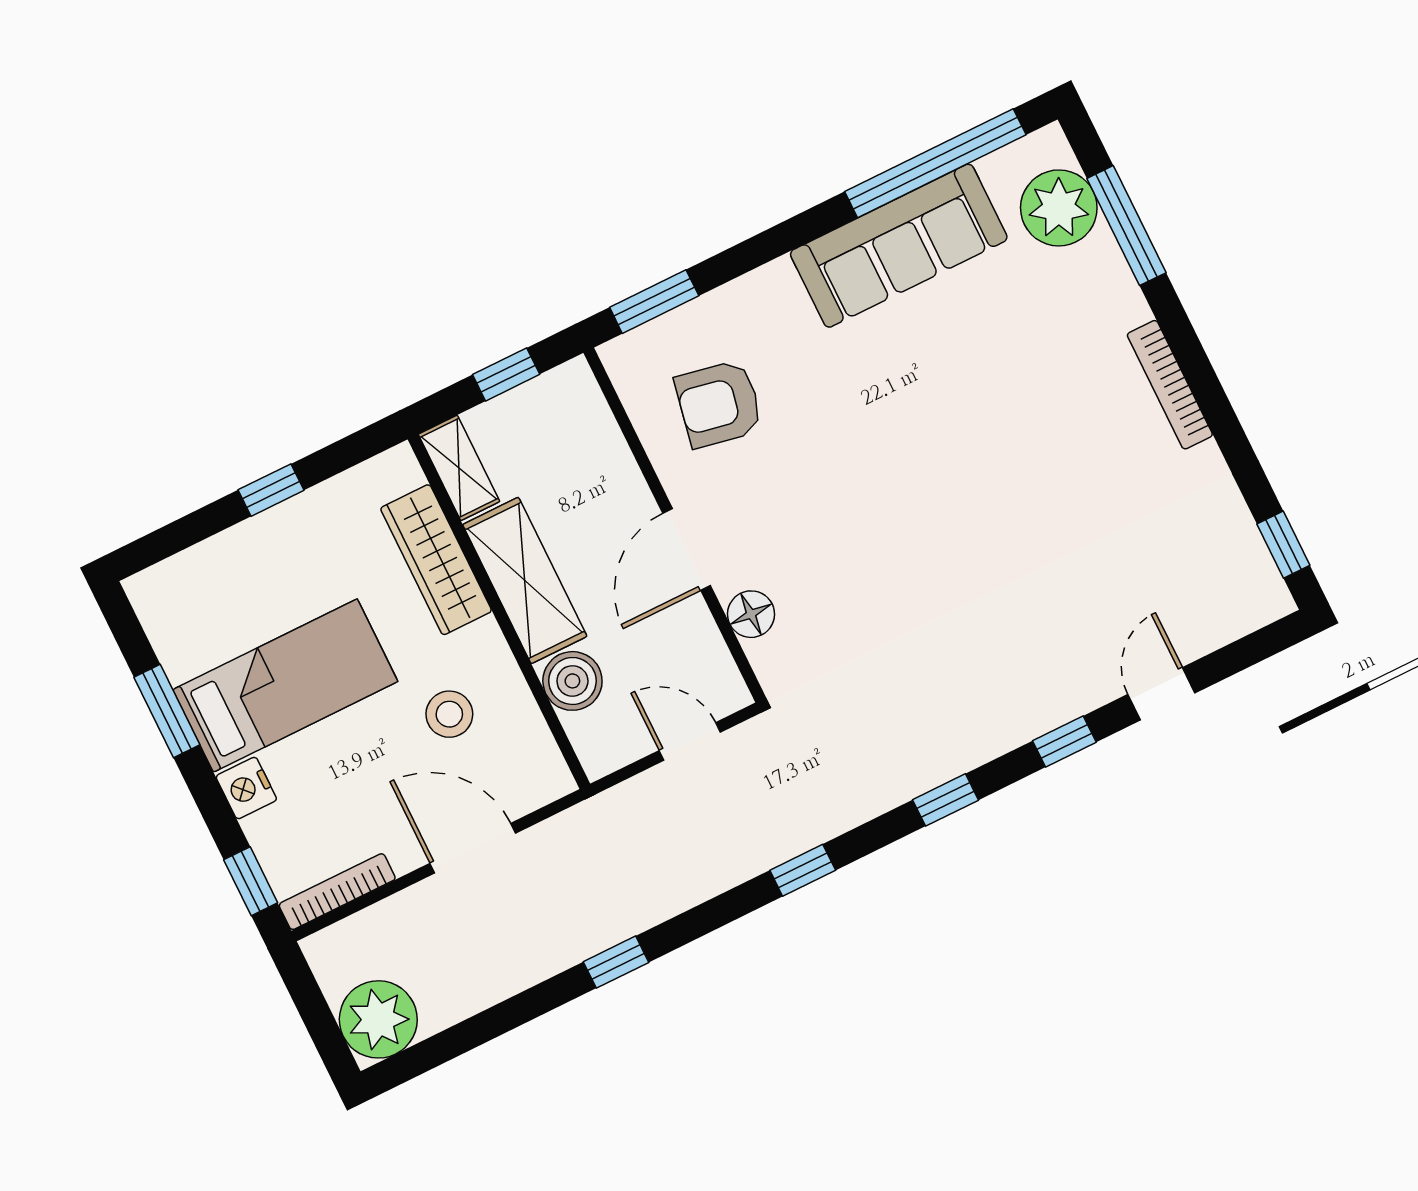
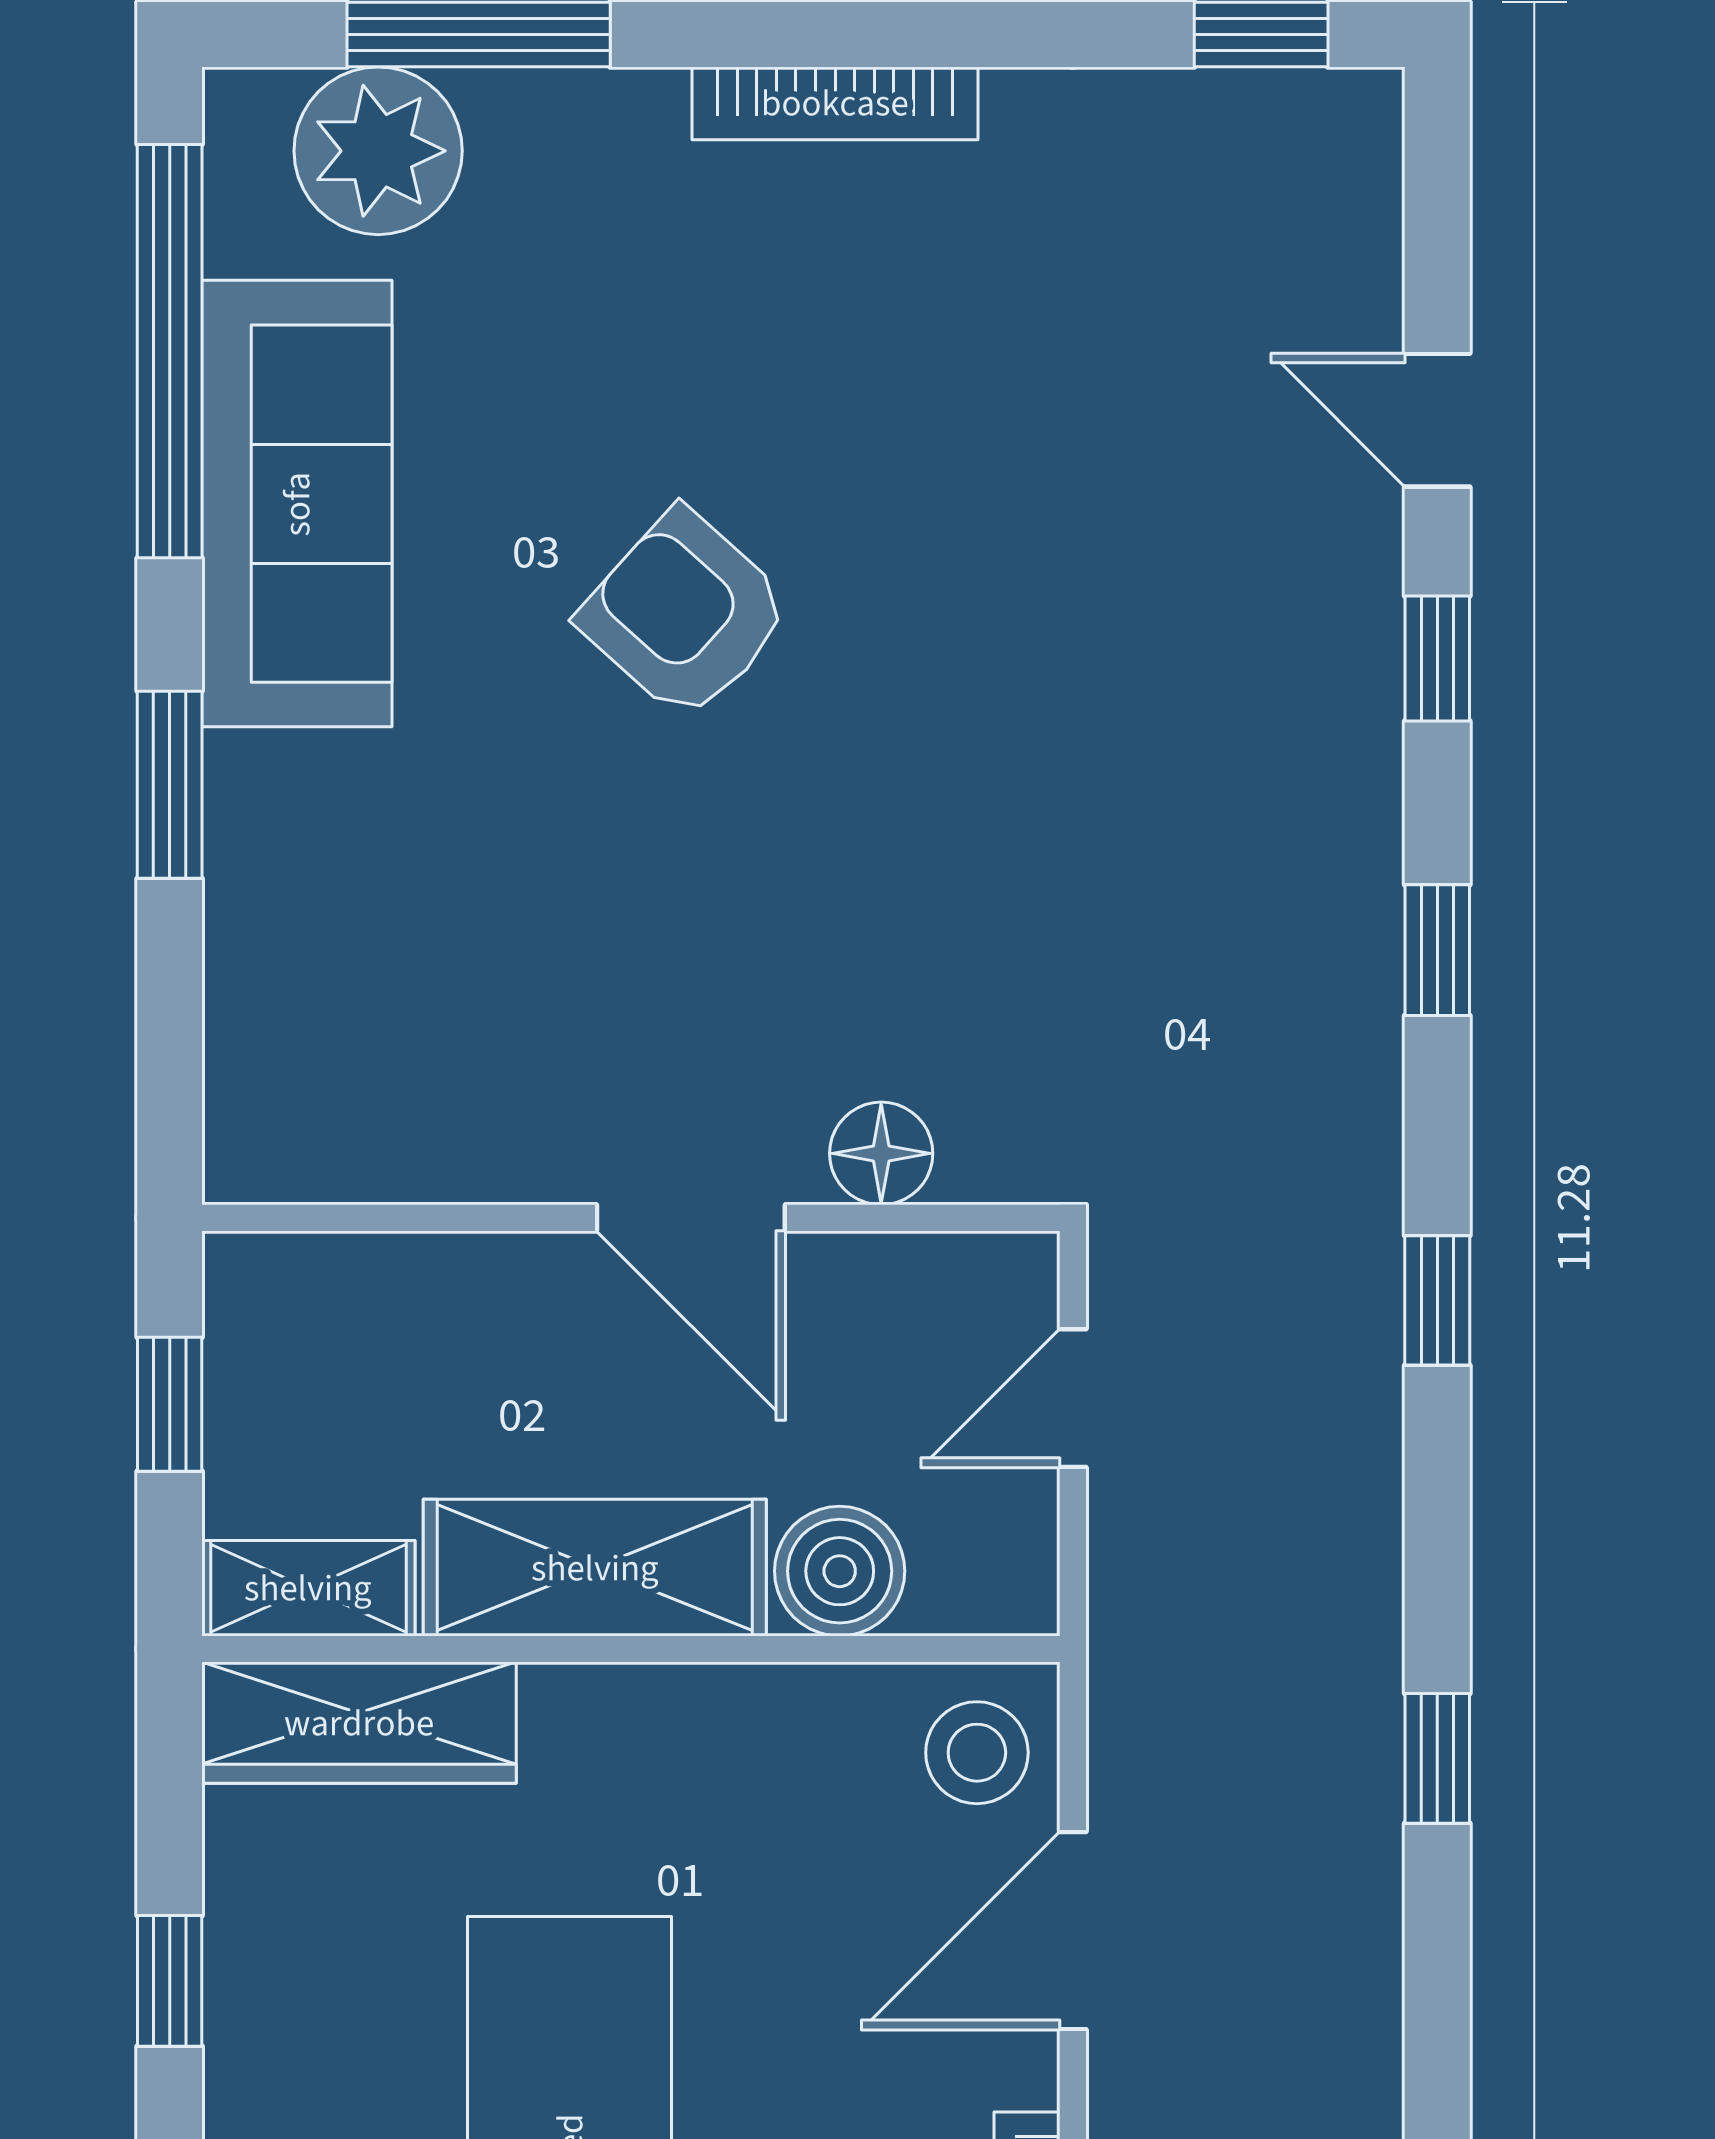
window: (654, 302) -> (170, 785), moved
armchair: (719, 404) -> (685, 614), moved, turned 121
wardrobe: (436, 560) -> (359, 1723), moved
stool: (449, 714) -> (977, 1753), moved

